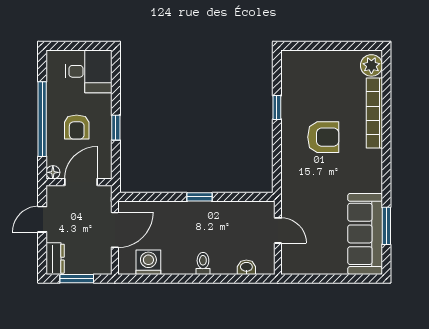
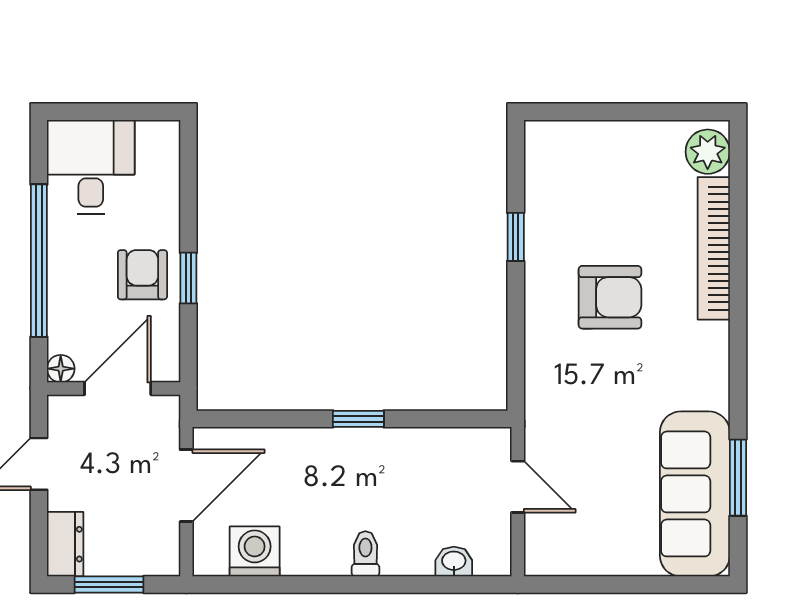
desk: (89, 71) -> (91, 167), moved, turned -90
armchair: (77, 127) -> (142, 275), moved, turned 180

